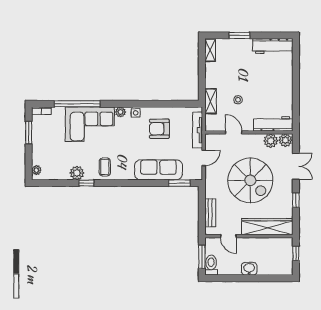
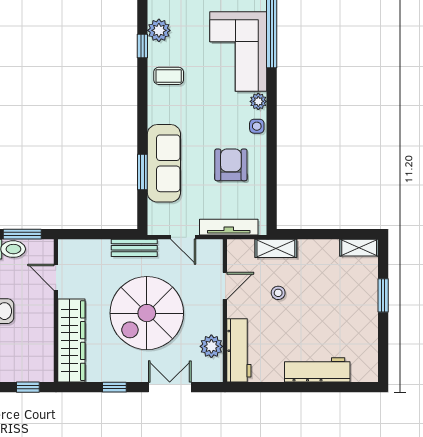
workbench: (273, 46) -> (317, 370), moved, turned 90
plant: (285, 140) -> (212, 370), removed
double door: (296, 166) -> (170, 387), swing flipped
window: (179, 183) -> (142, 172), moved
bench: (210, 213) -> (134, 248), moved
door: (228, 236) -> (56, 277), hinge flipped

